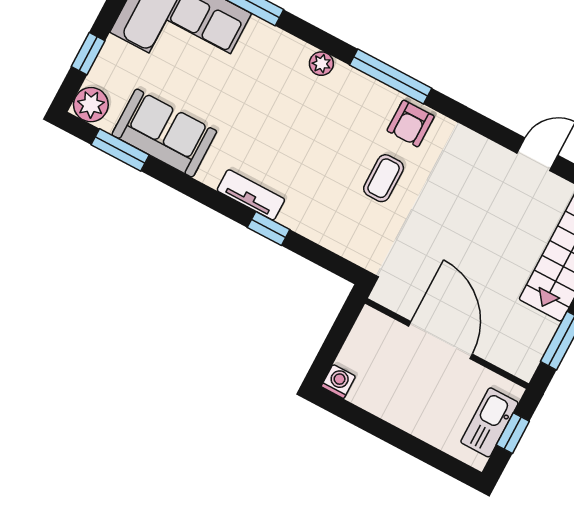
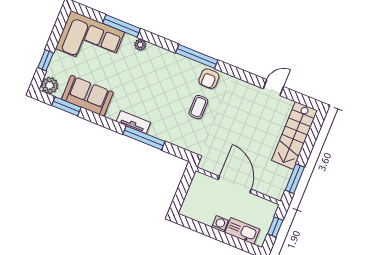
plant: (321, 64) -> (140, 45), moved
window: (269, 228) -> (144, 138), width x2.17
washing machine: (338, 381) -> (220, 224), moved
kitchen sink: (489, 422) -> (242, 231), moved, turned 90

